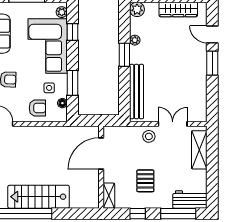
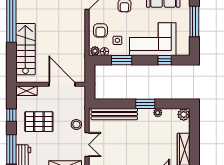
plant: (62, 12) -> (95, 51), moved
pallet: (145, 181) -> (39, 122), width x1.50, depth x1.42
stairs: (39, 197) -> (25, 49), moved

